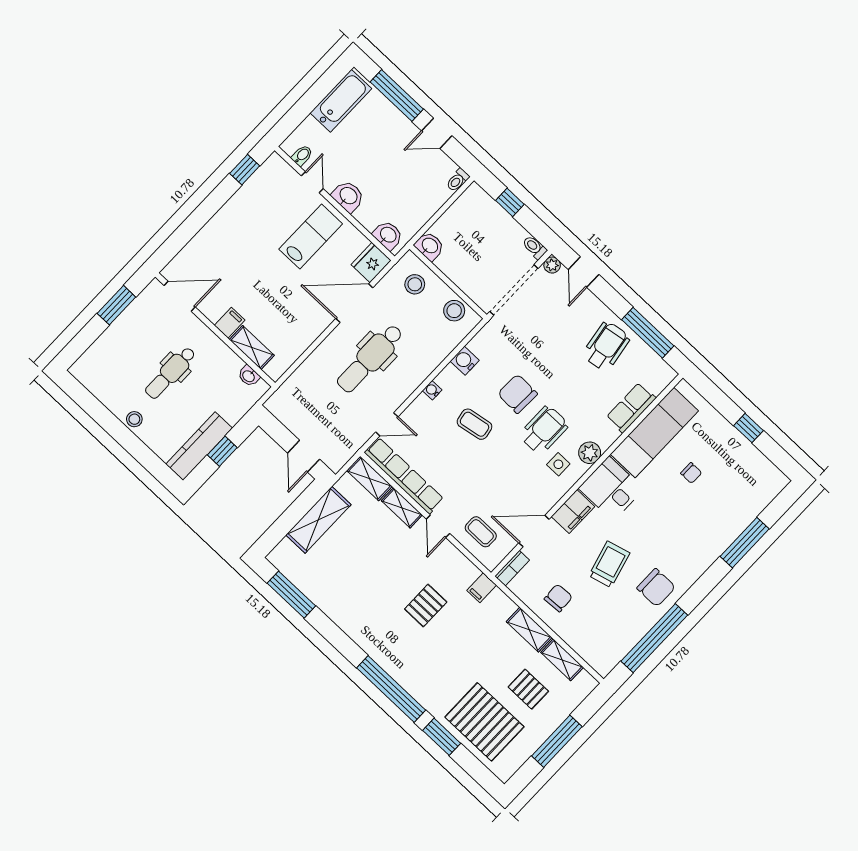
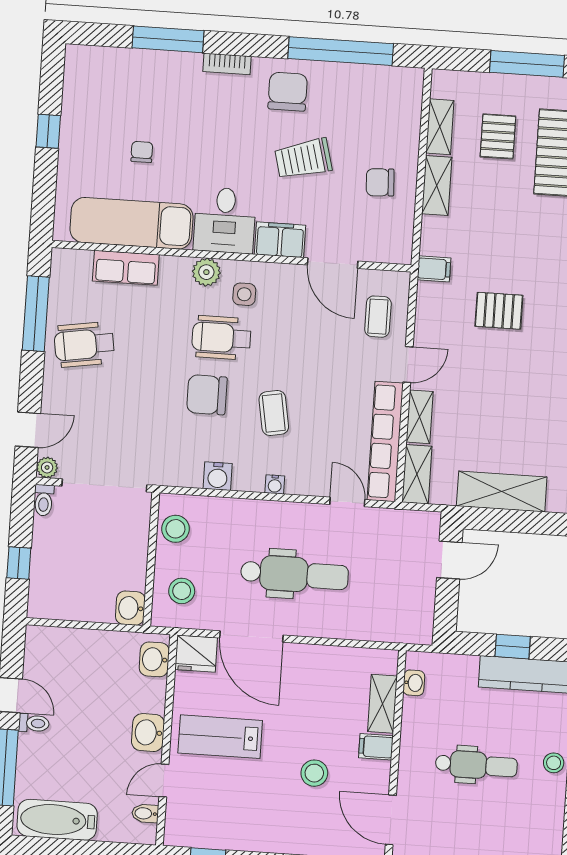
toilet: (458, 180) -> (34, 723), moved
stool: (244, 274) -> (314, 773), added
chair: (518, 394) -> (207, 395), turned 88
bookcase: (512, 568) -> (227, 64), moved, turned 180

